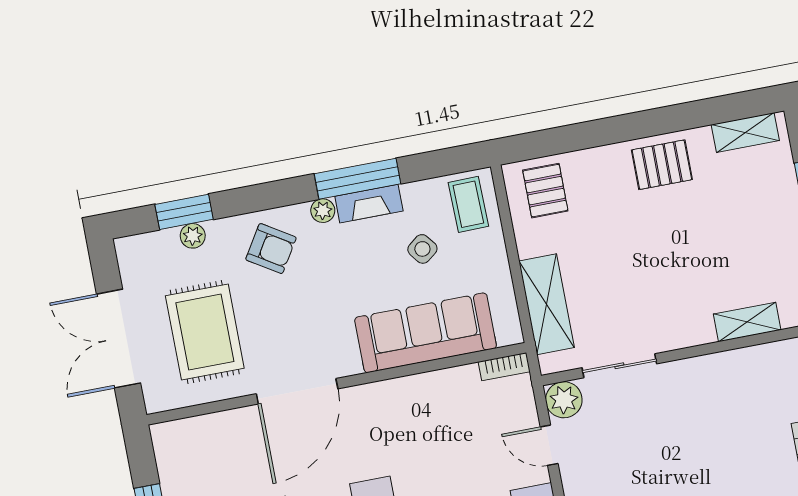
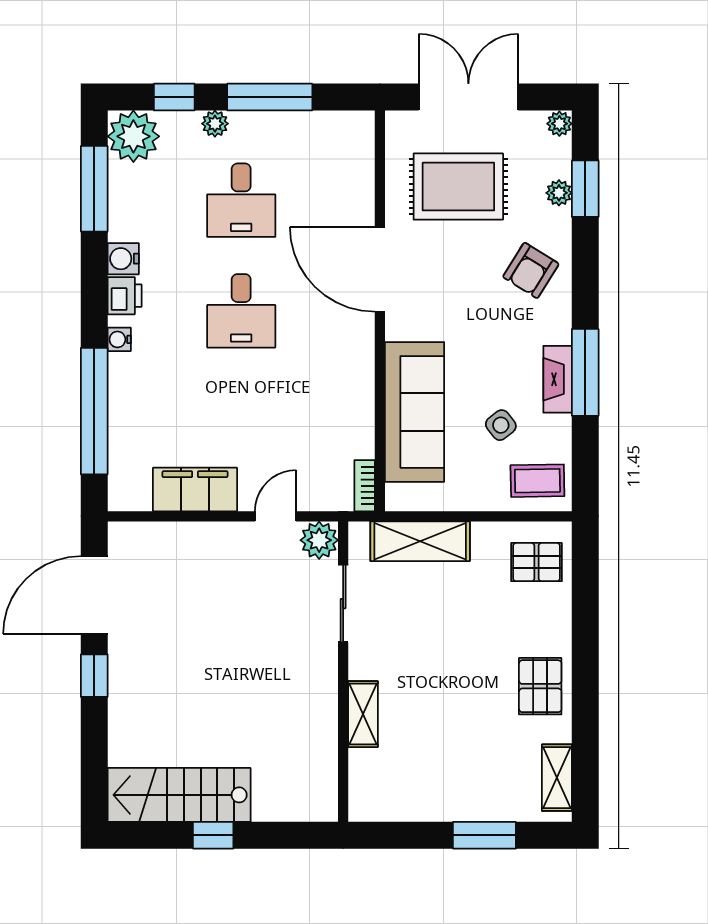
plant: (323, 211) -> (559, 124), moved
shelving: (747, 322) -> (363, 714), moved

